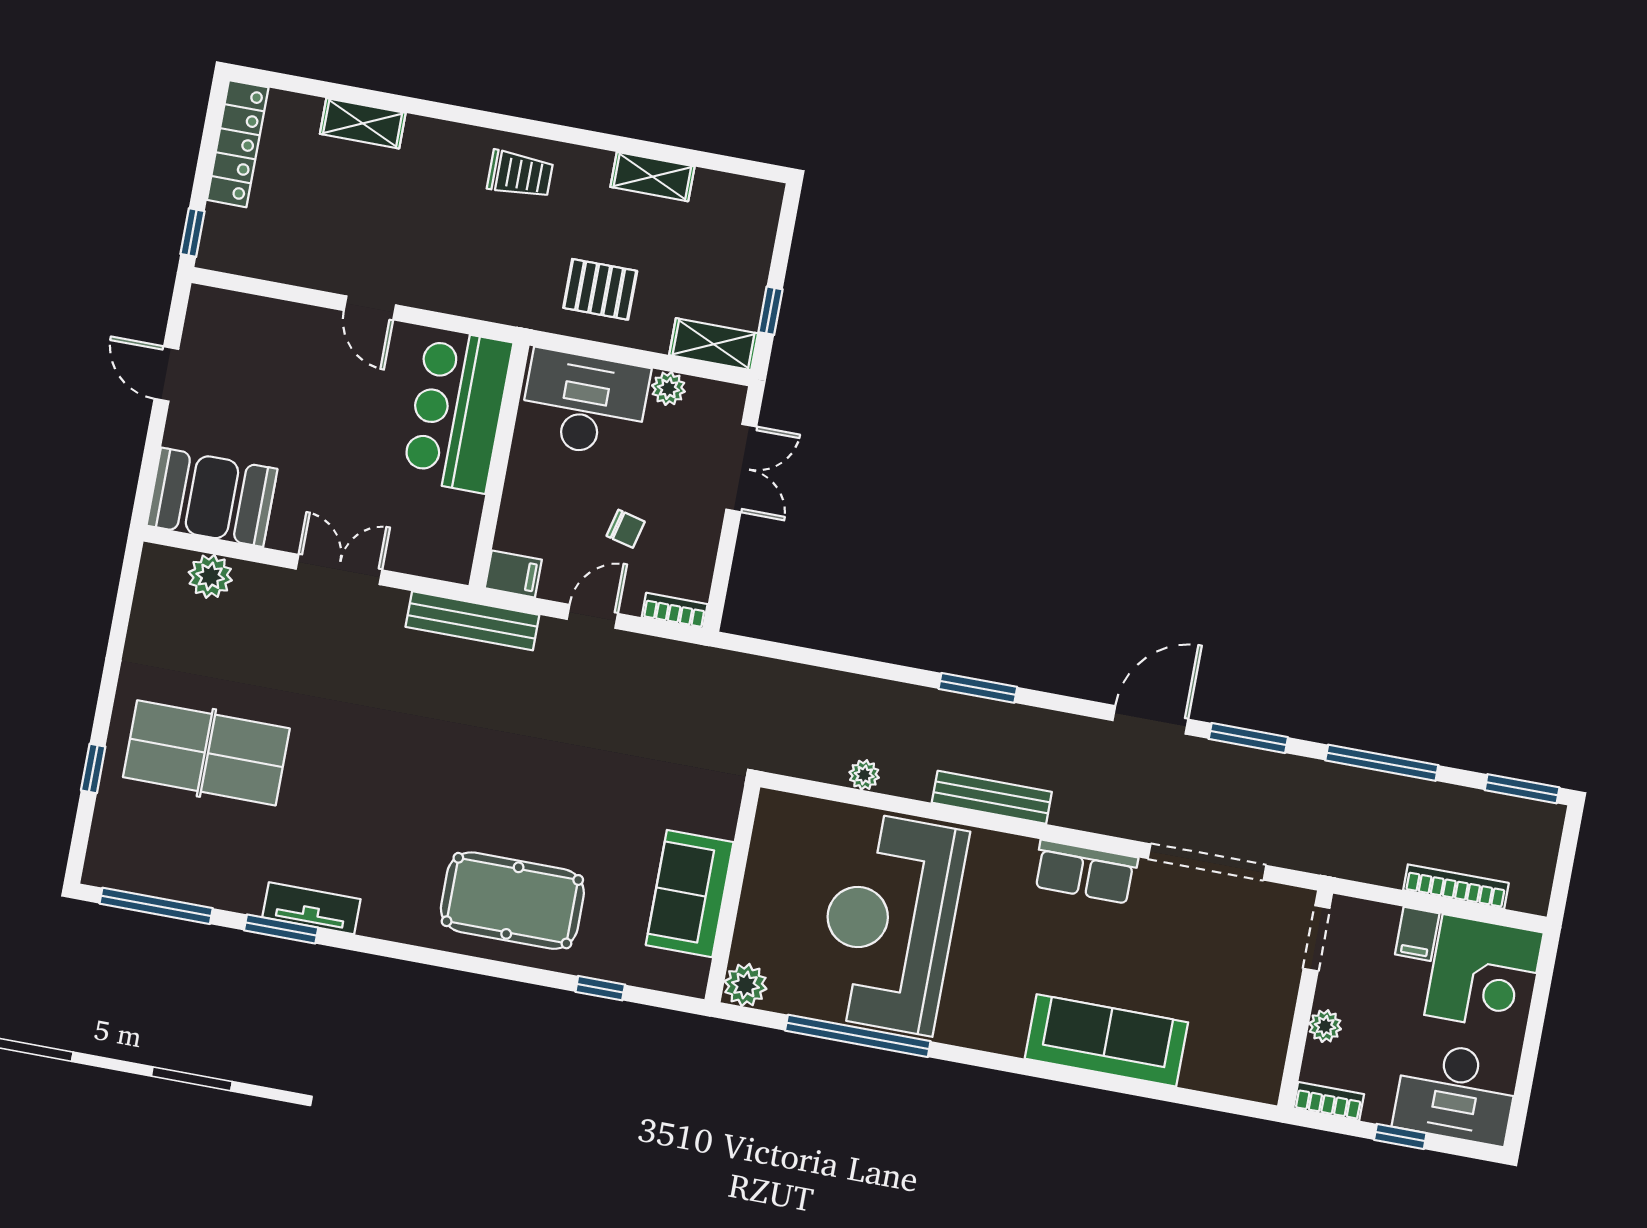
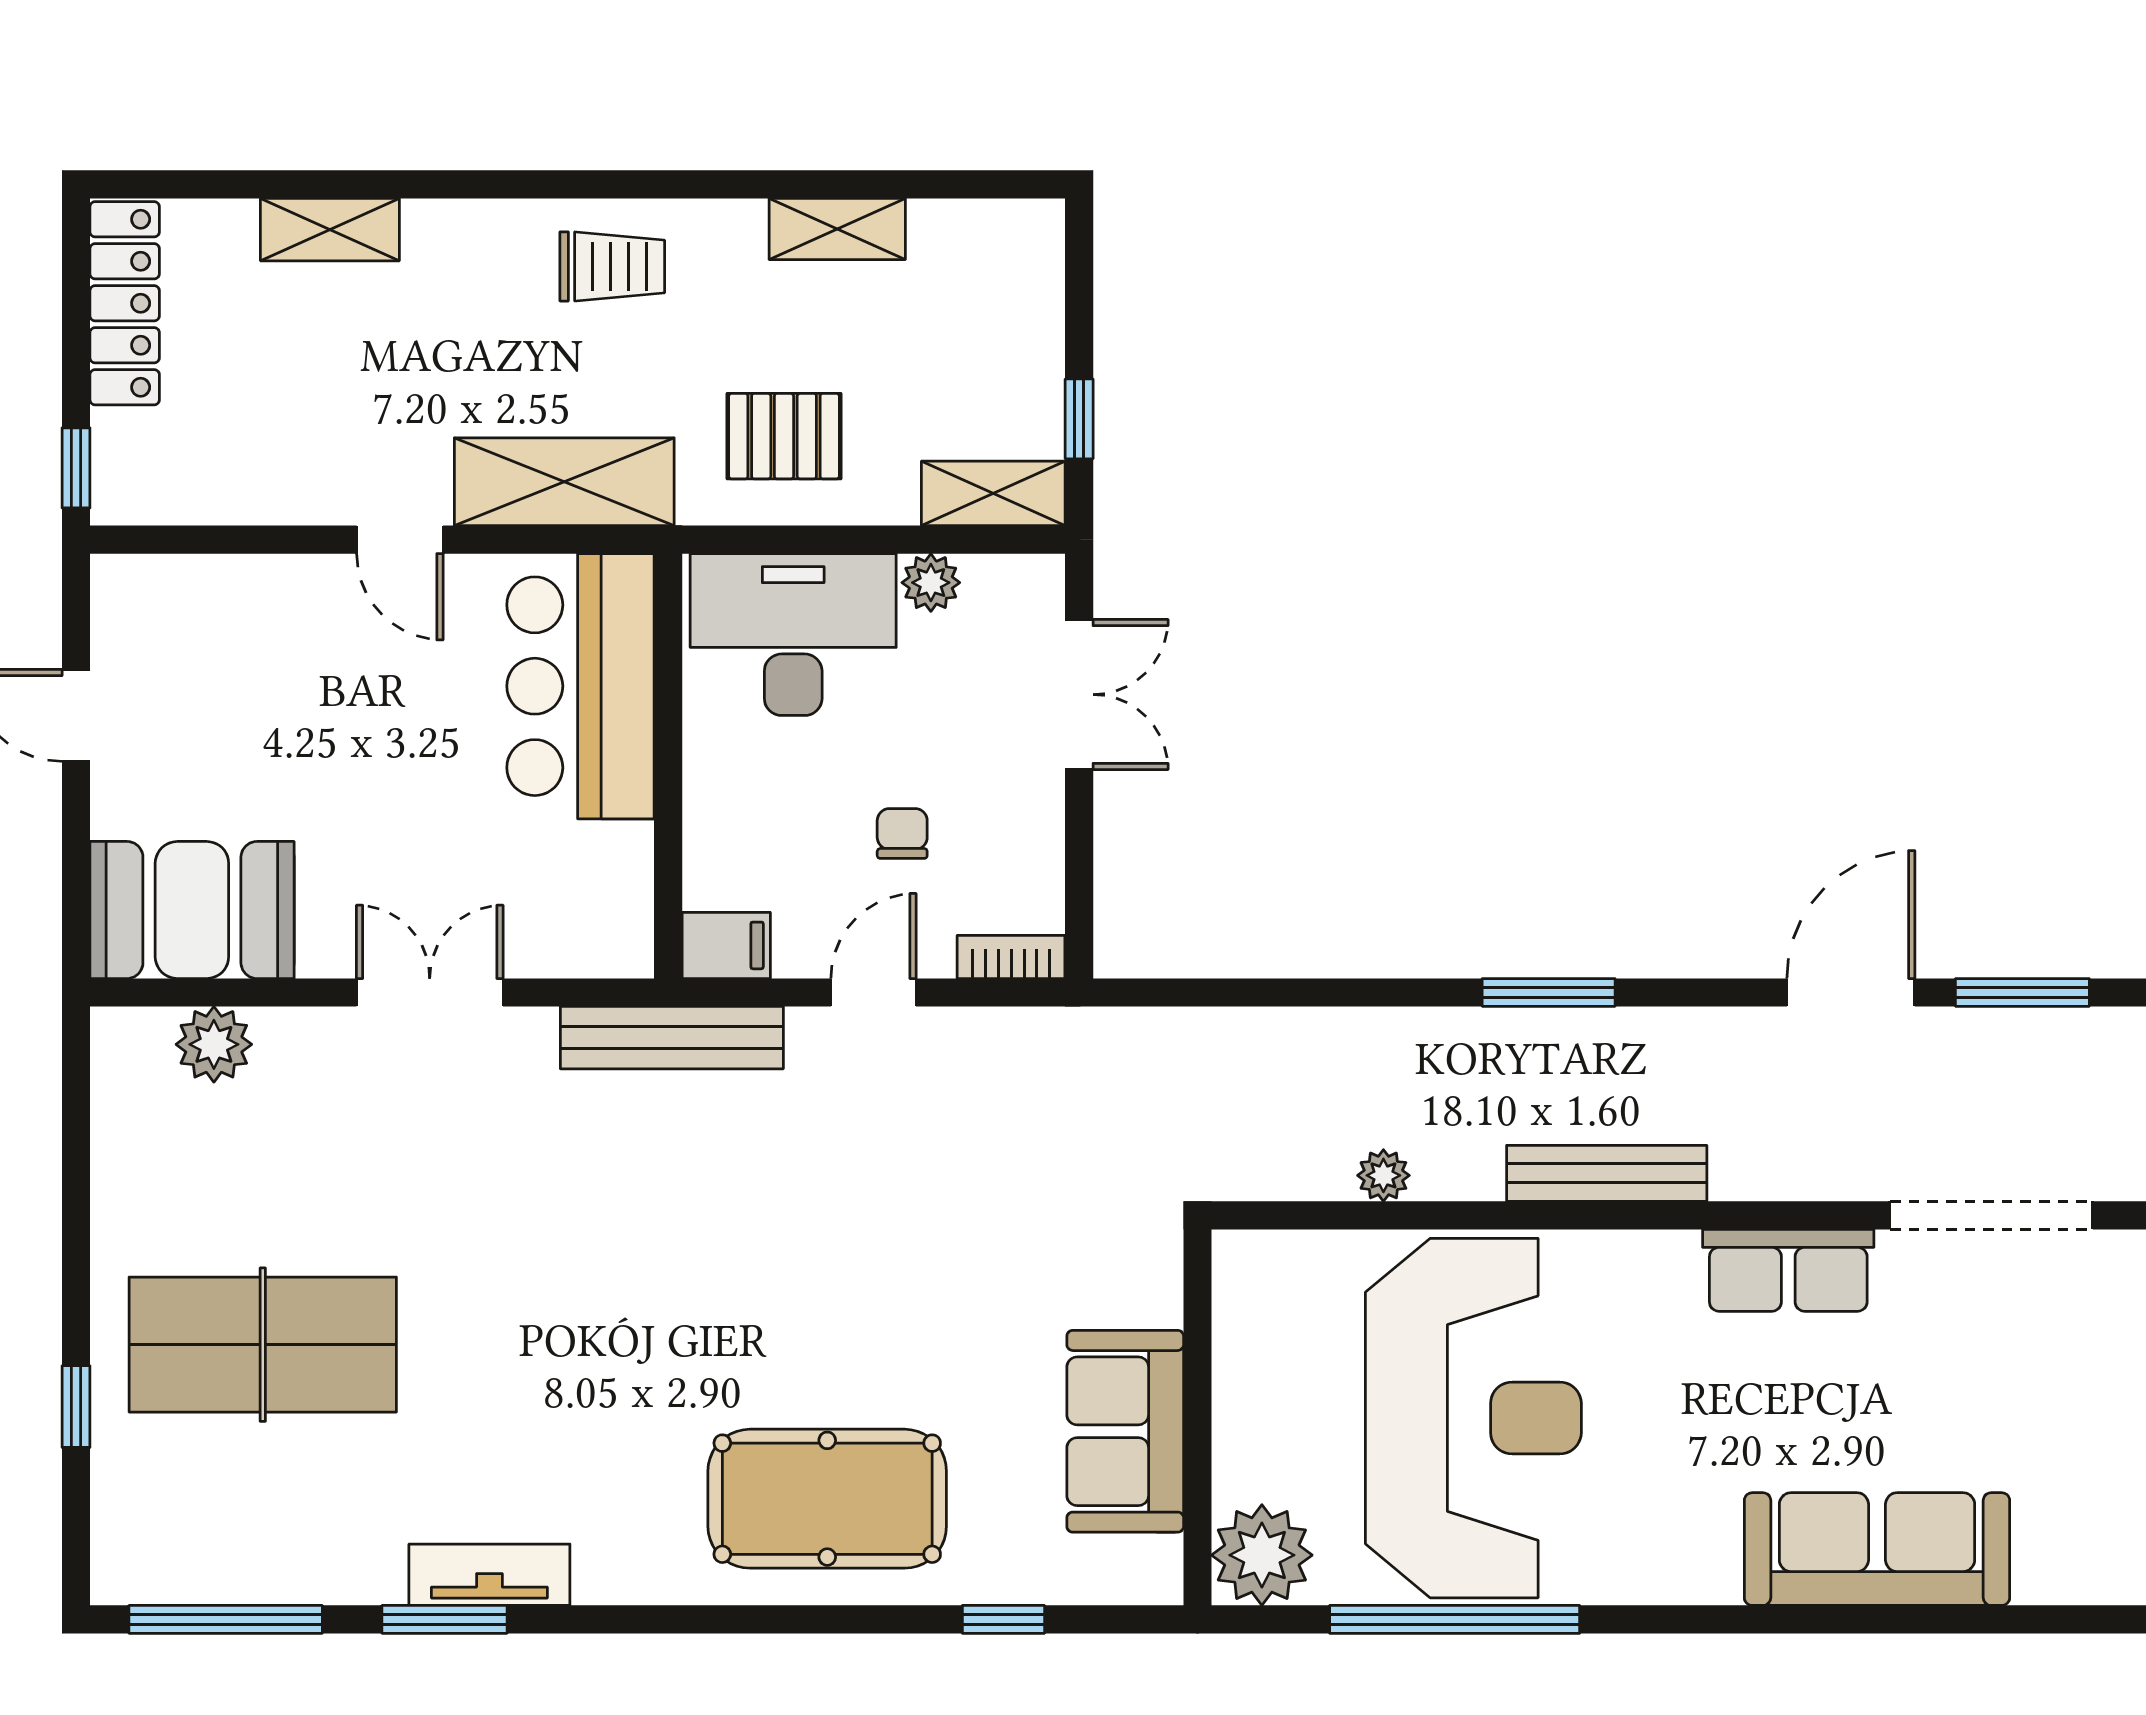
shelving: (470, 292) -> (564, 482), added
chair: (626, 529) -> (902, 833), turned -104
reception desk: (890, 923) -> (1473, 1418), turned 180
plant: (745, 985) -> (1262, 1555), width x1.36, depth x1.36

